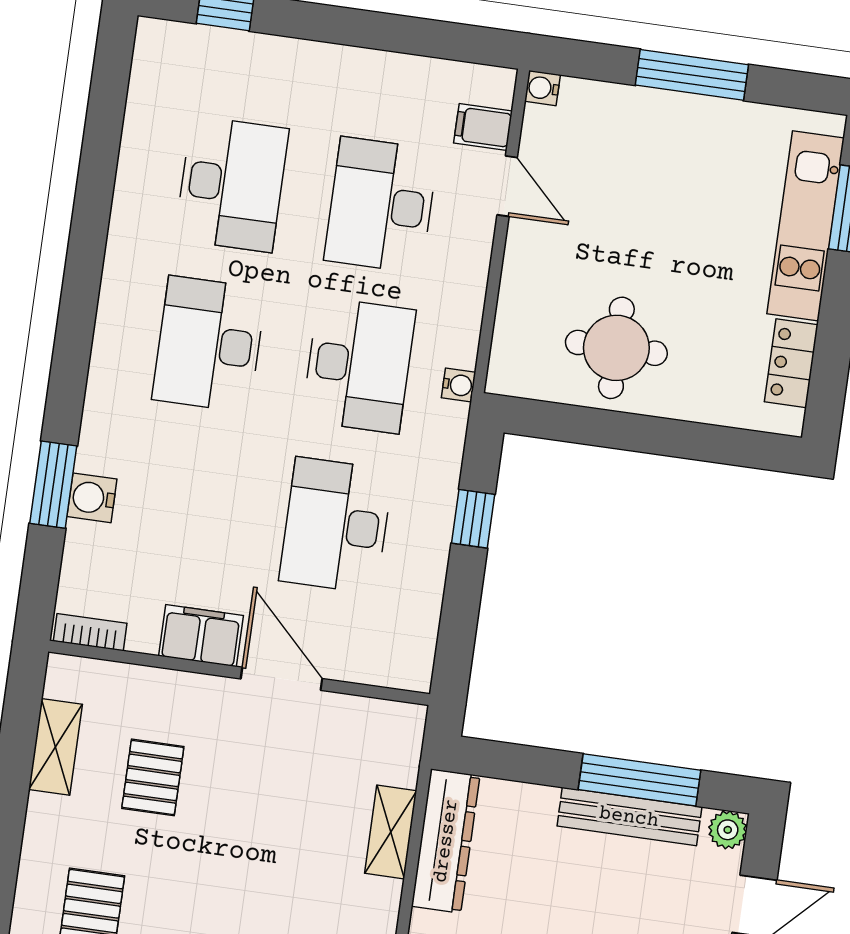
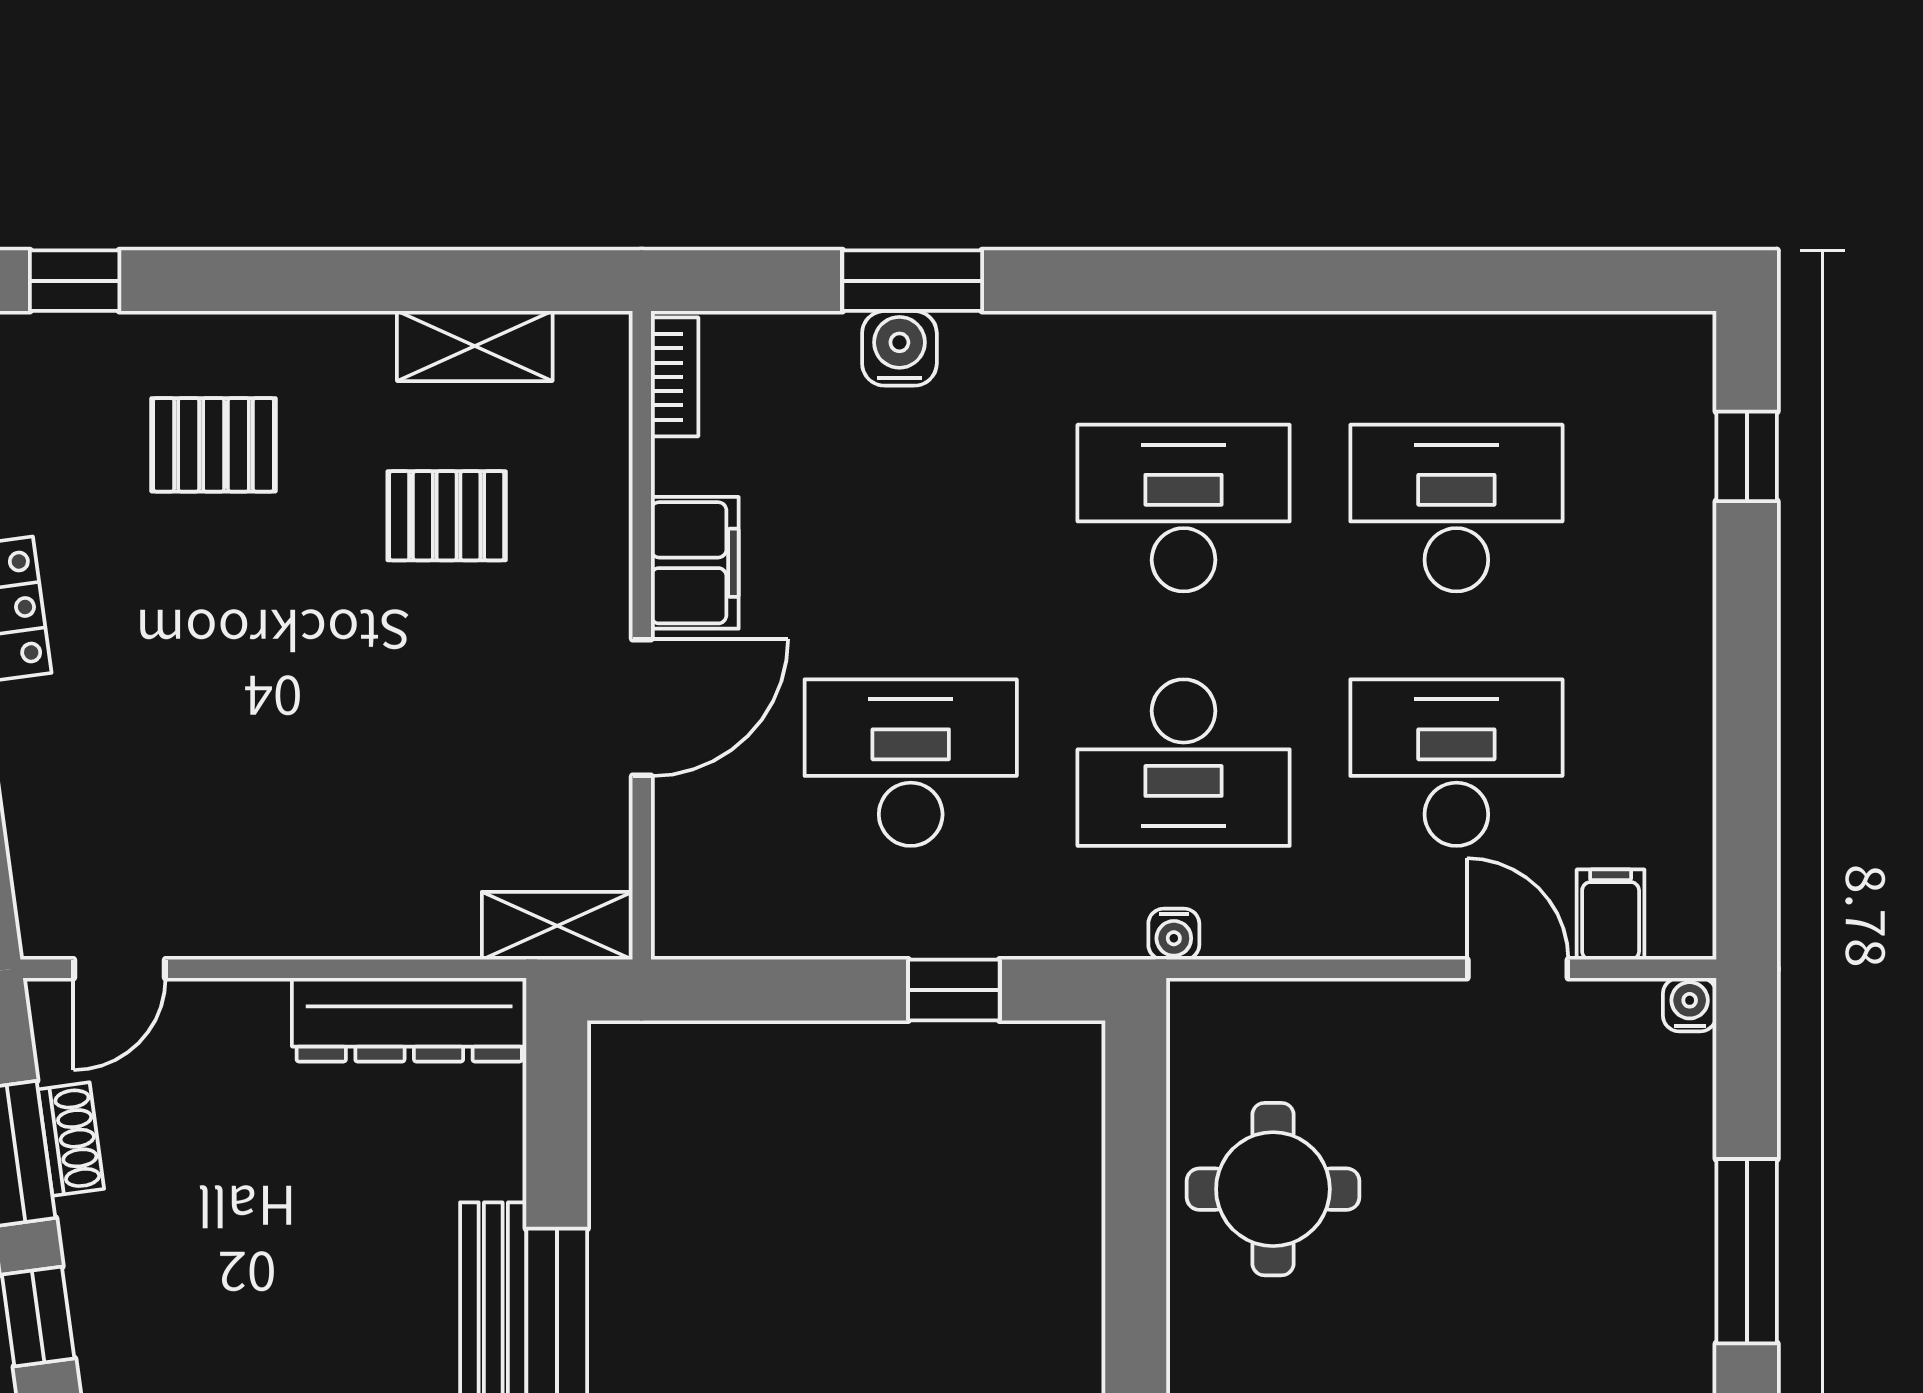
desk: (232, 184) -> (1456, 508), turned 180
door: (507, 186) -> (1518, 969), swing flipped
shelving: (391, 832) -> (557, 926), moved

